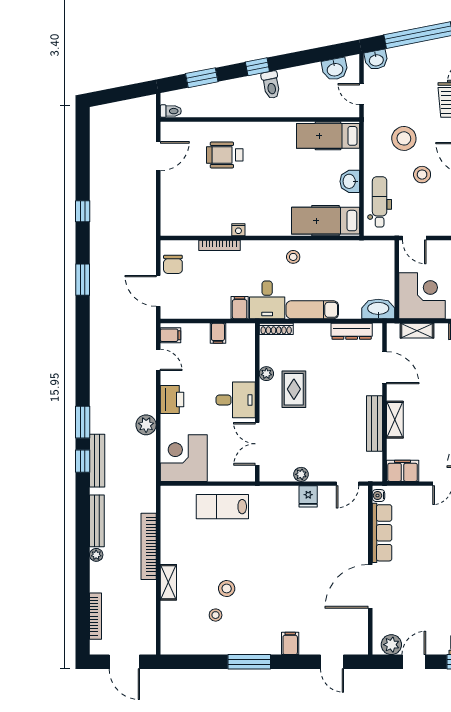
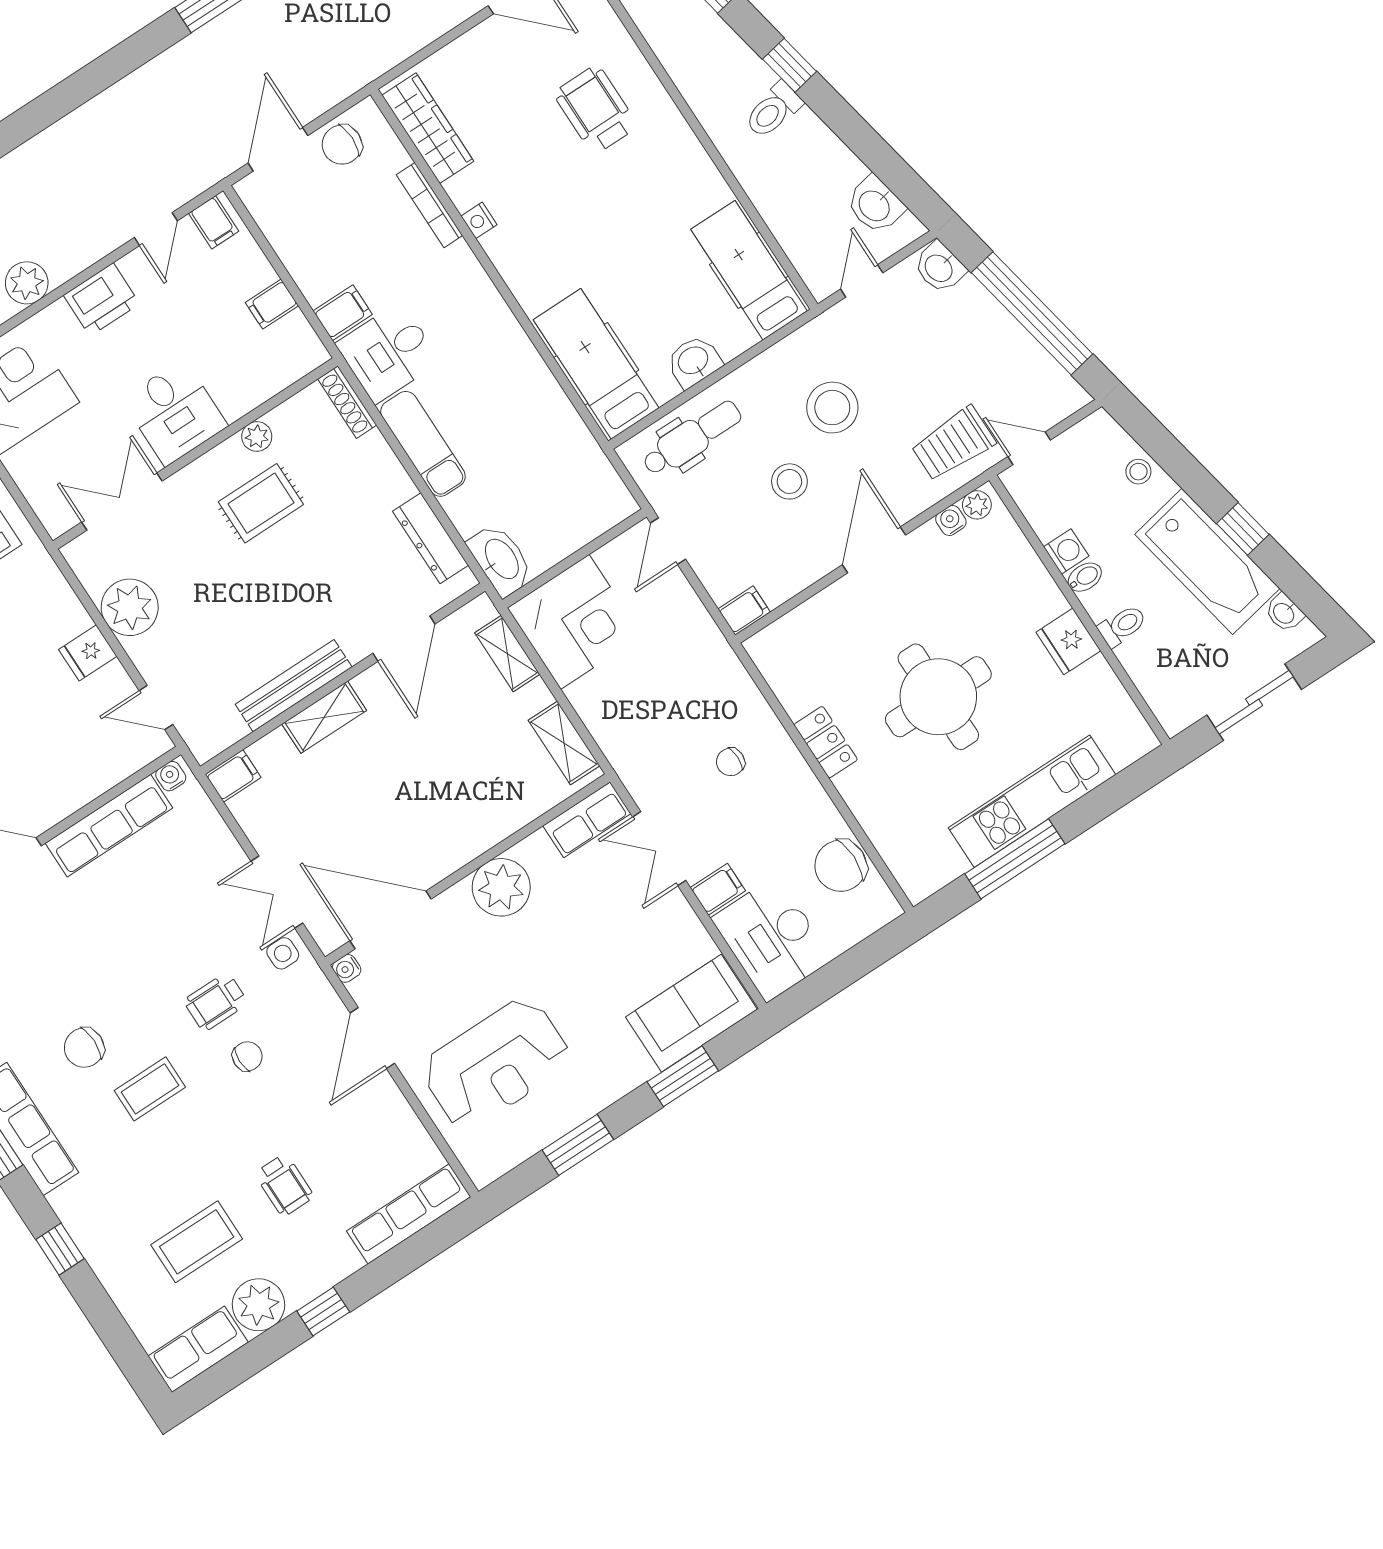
wardrobe: (189, 226) -> (428, 128), added
stool: (293, 257) -> (494, 349), removed
filing cabinet: (403, 471) -> (233, 776), width x0.50
plant: (301, 474) -> (130, 607), width x1.87, depth x1.87

